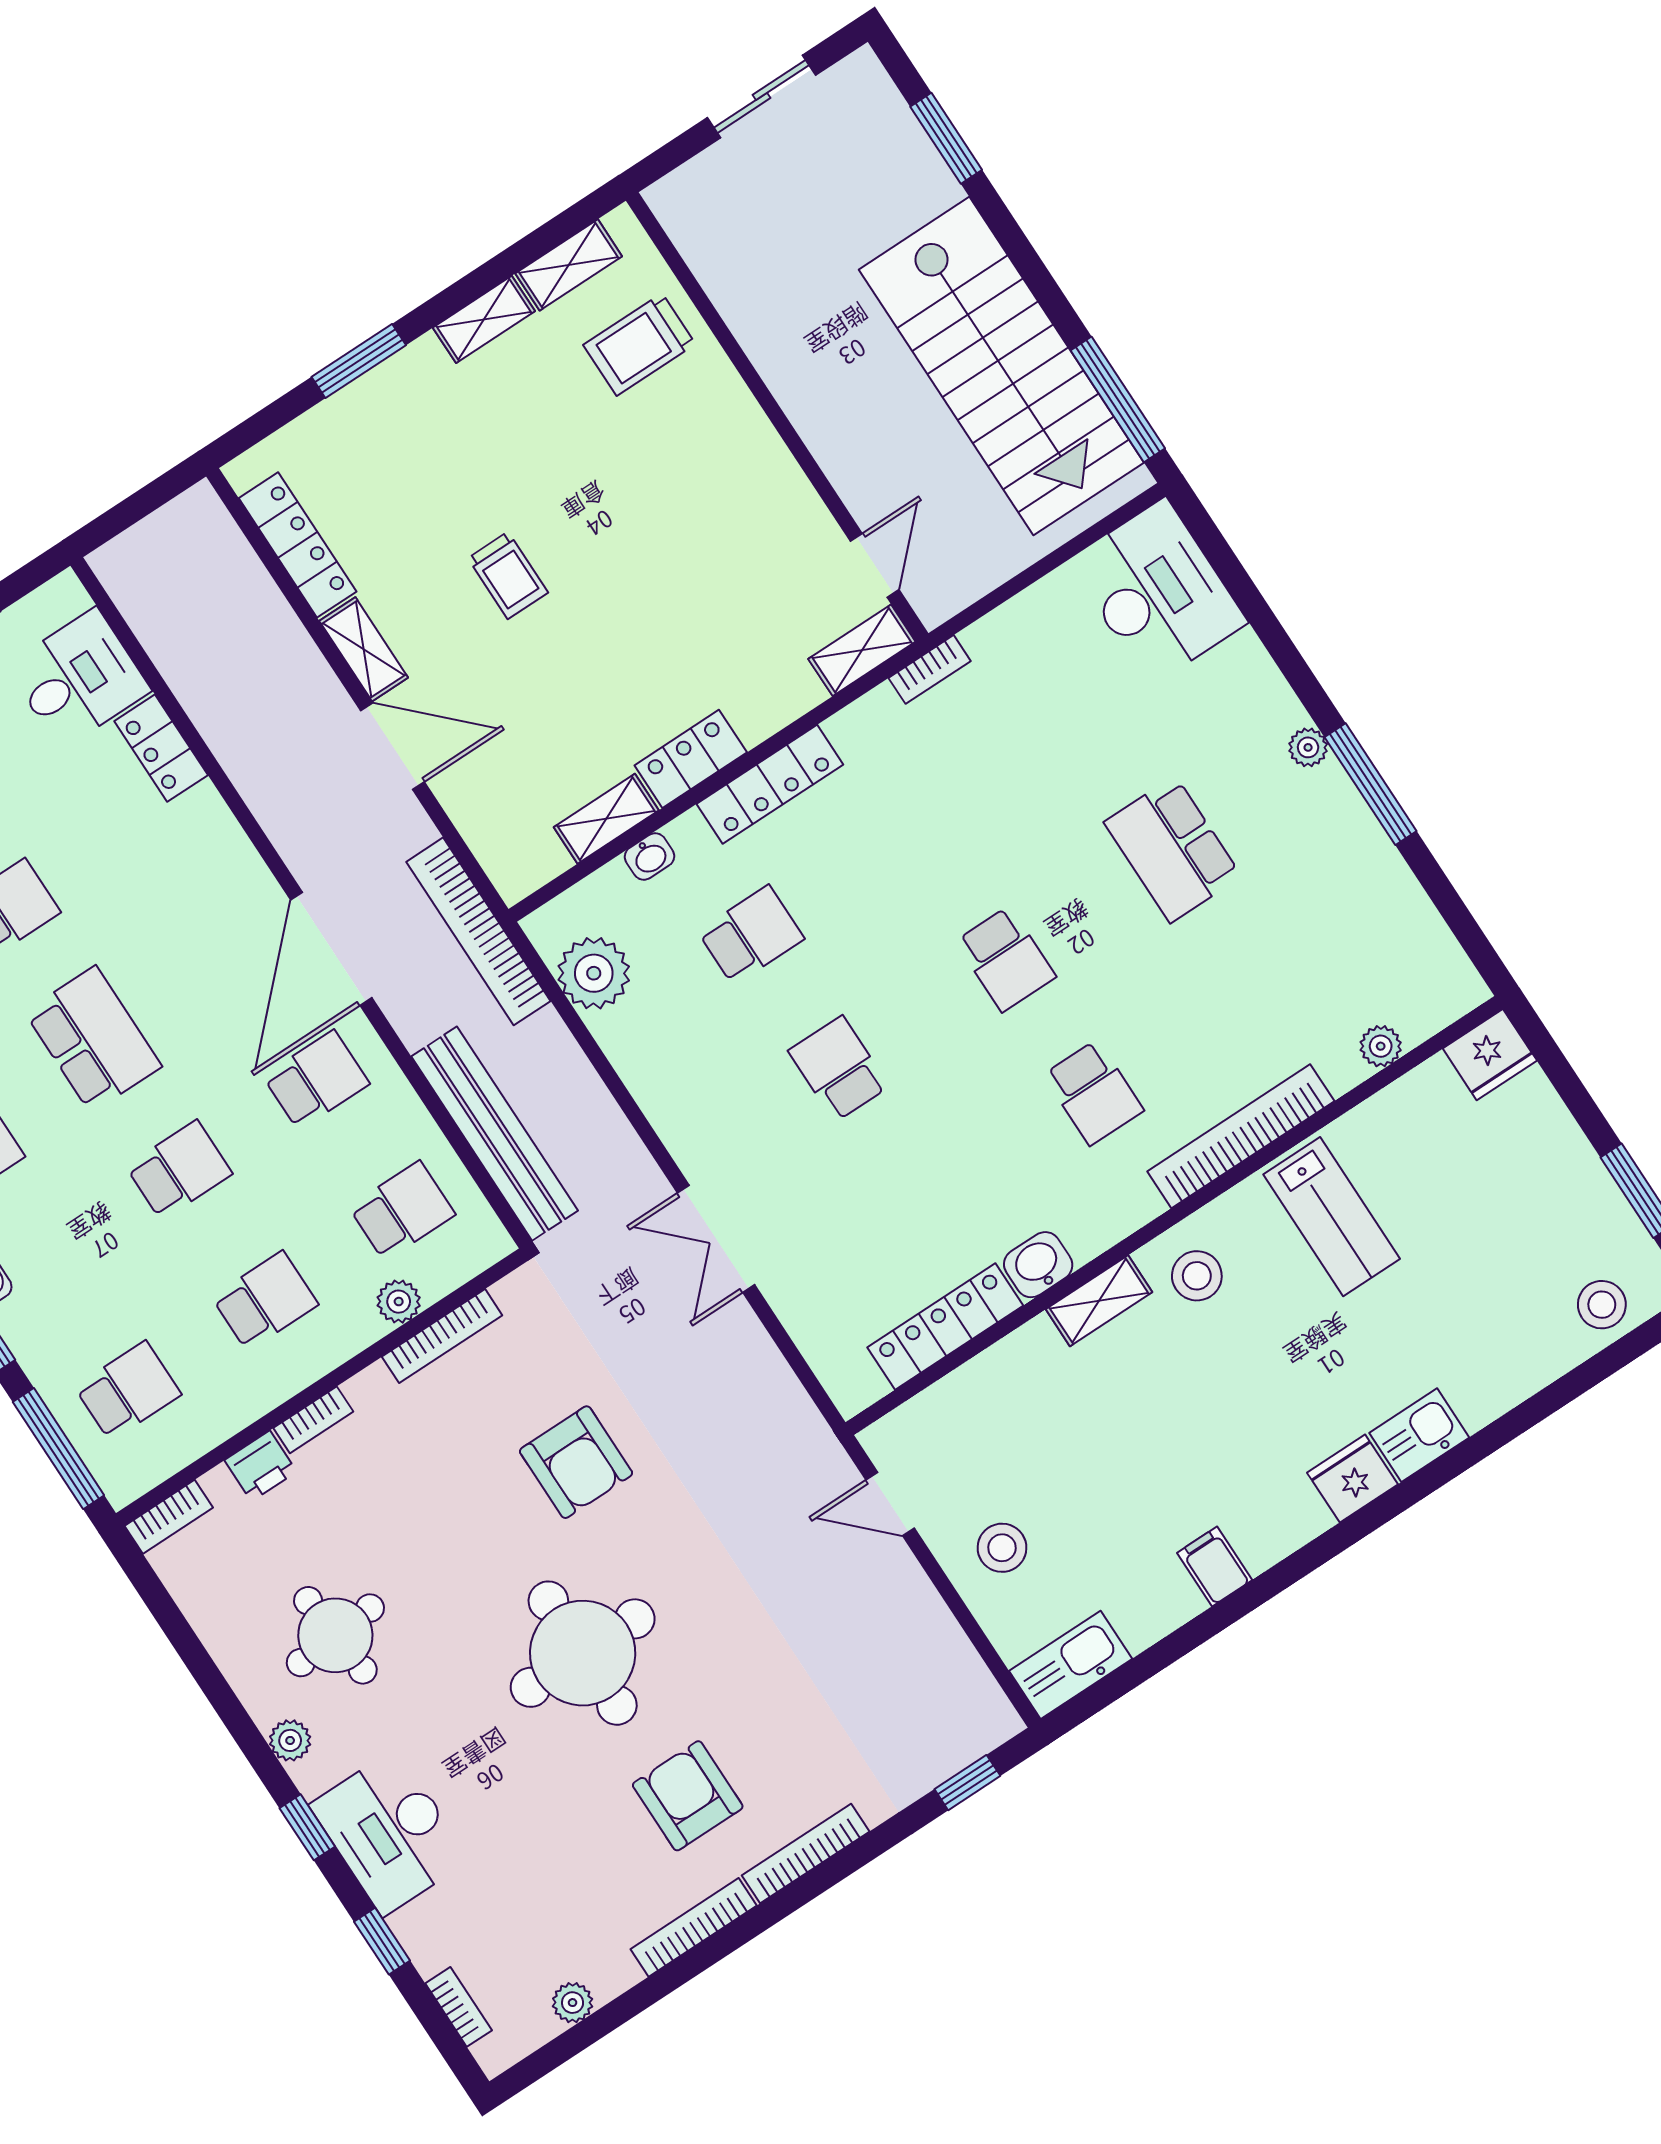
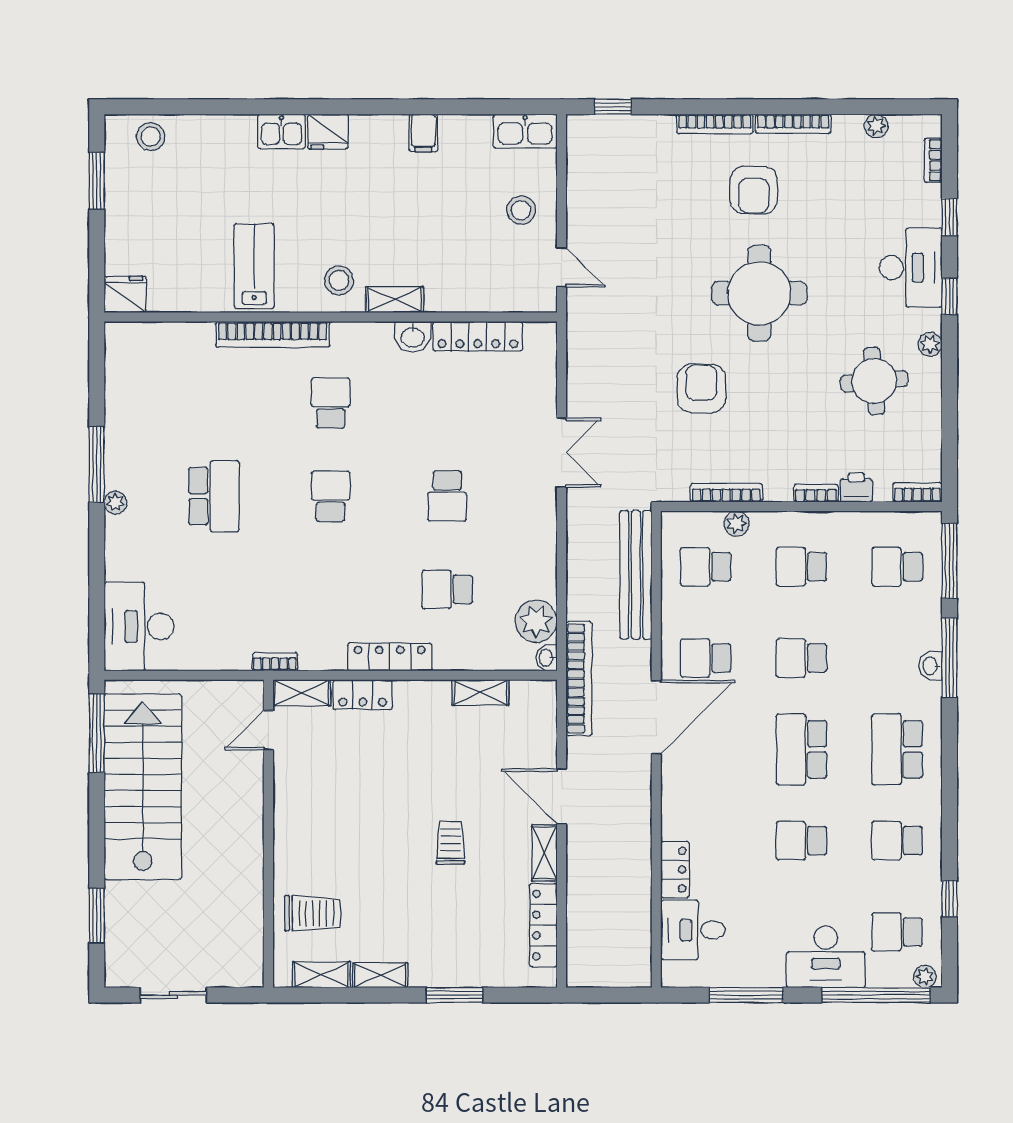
locker: (691, 759) -> (363, 695), moved
washbasin: (650, 857) -> (546, 658), moved, turned -90
plant: (1381, 1046) -> (176, 334), removed

